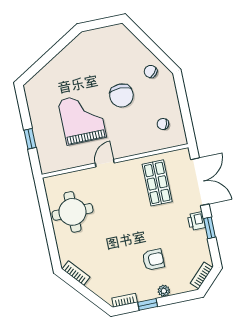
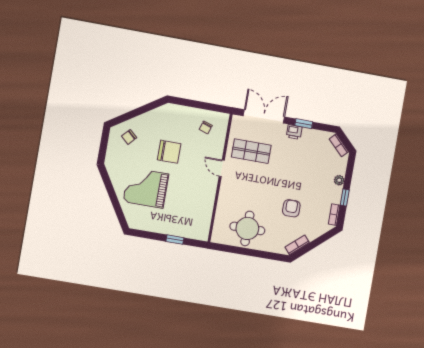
chair: (151, 71) -> (129, 137), moved
grand piano: (82, 119) -> (146, 188), moved
door: (105, 163) -> (222, 168), moved
armchair: (153, 260) -> (291, 208), moved

